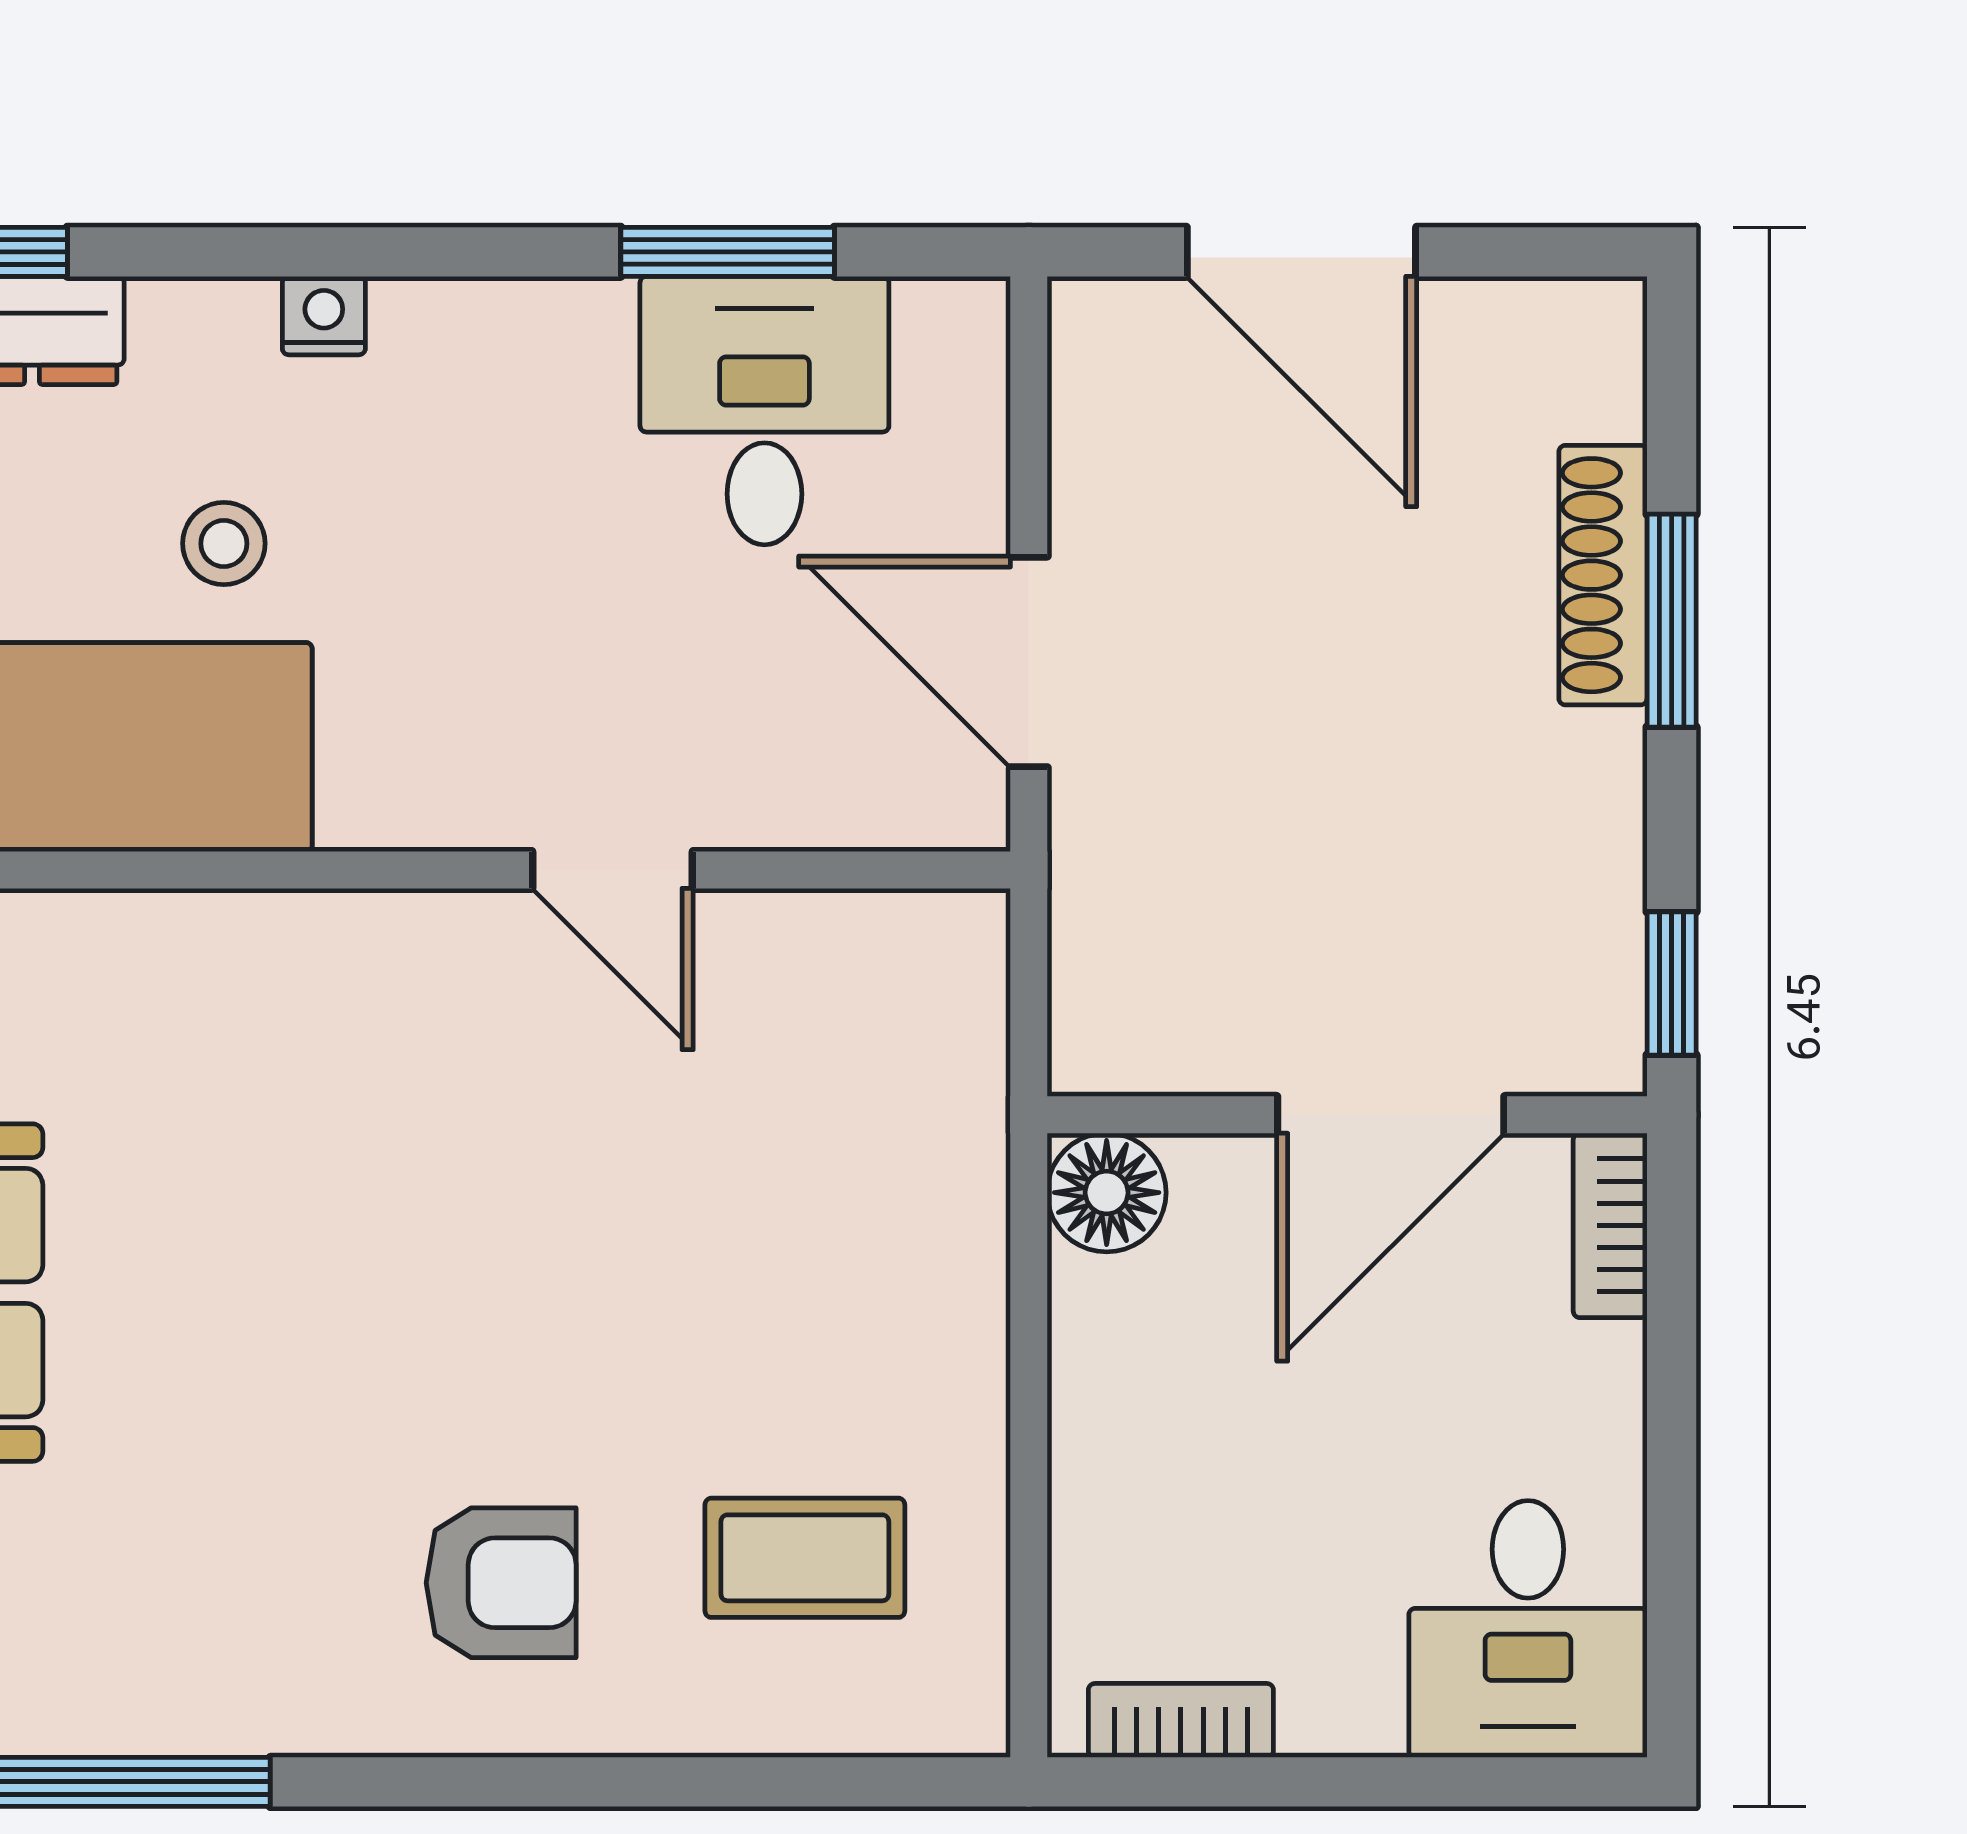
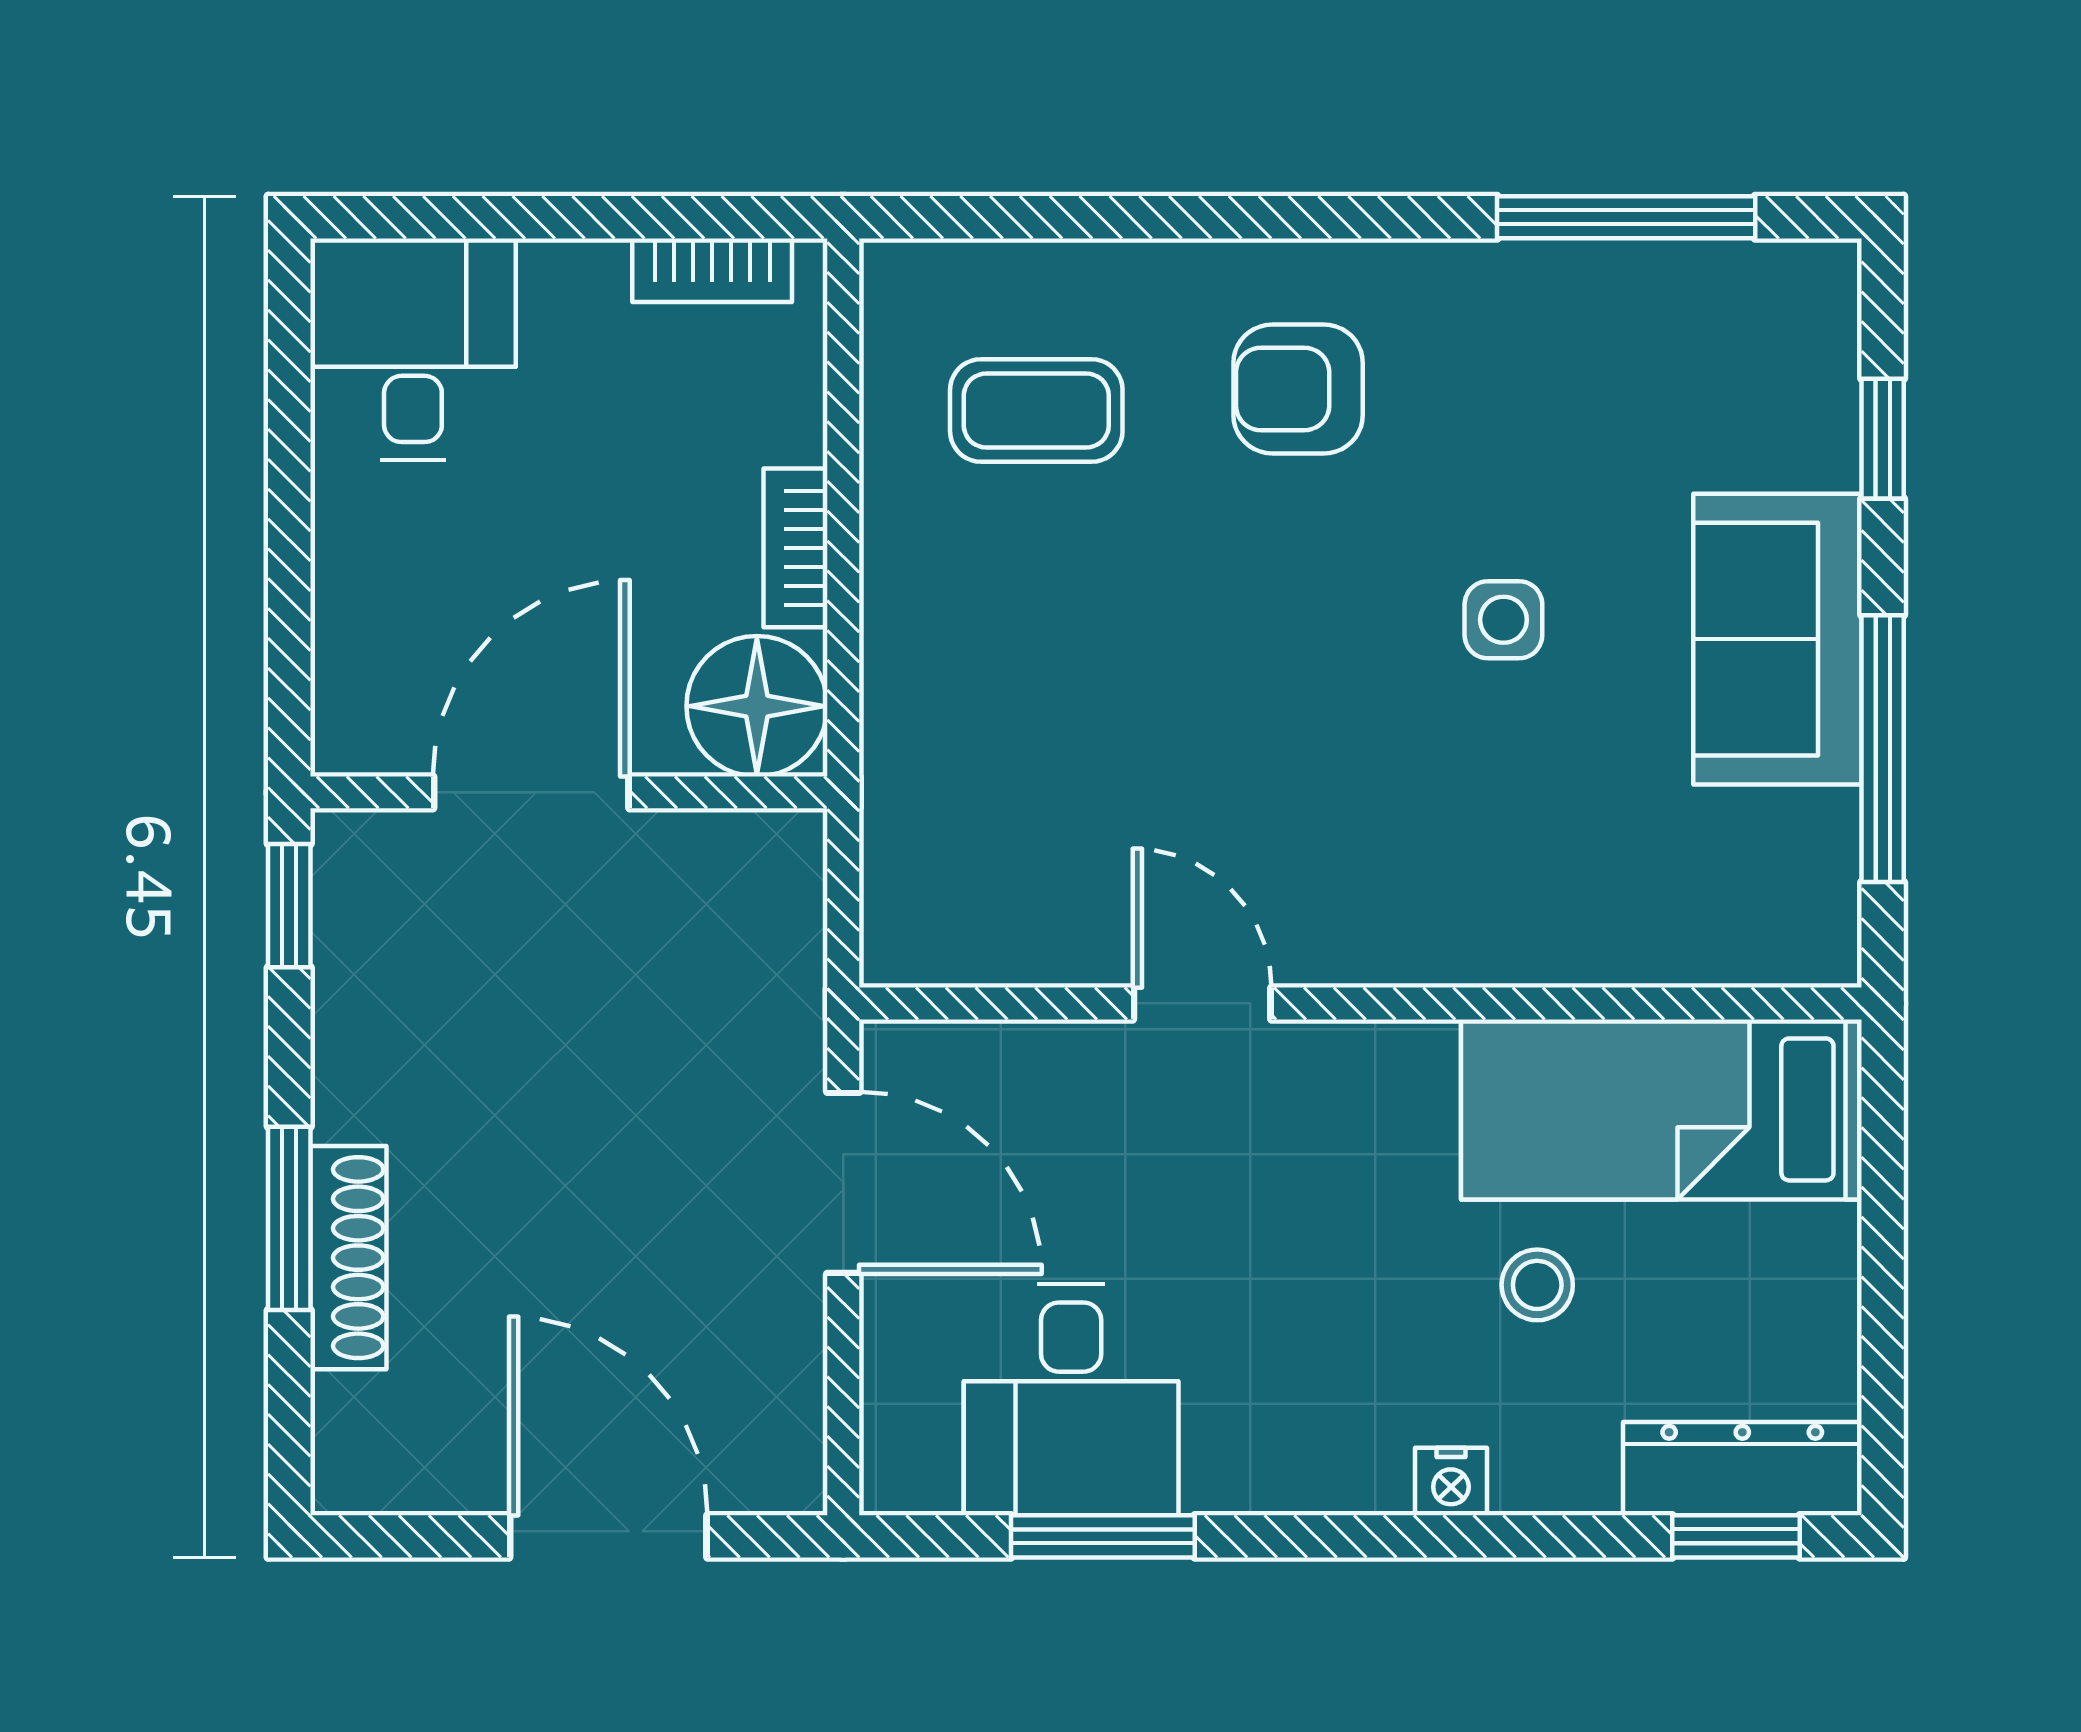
floor lamp: (1107, 1193) -> (757, 706), width x1.38, depth x1.38
bookcase: (1610, 1225) -> (796, 548), moved, turned 180
side table: (263, 1315) -> (1503, 620), added

